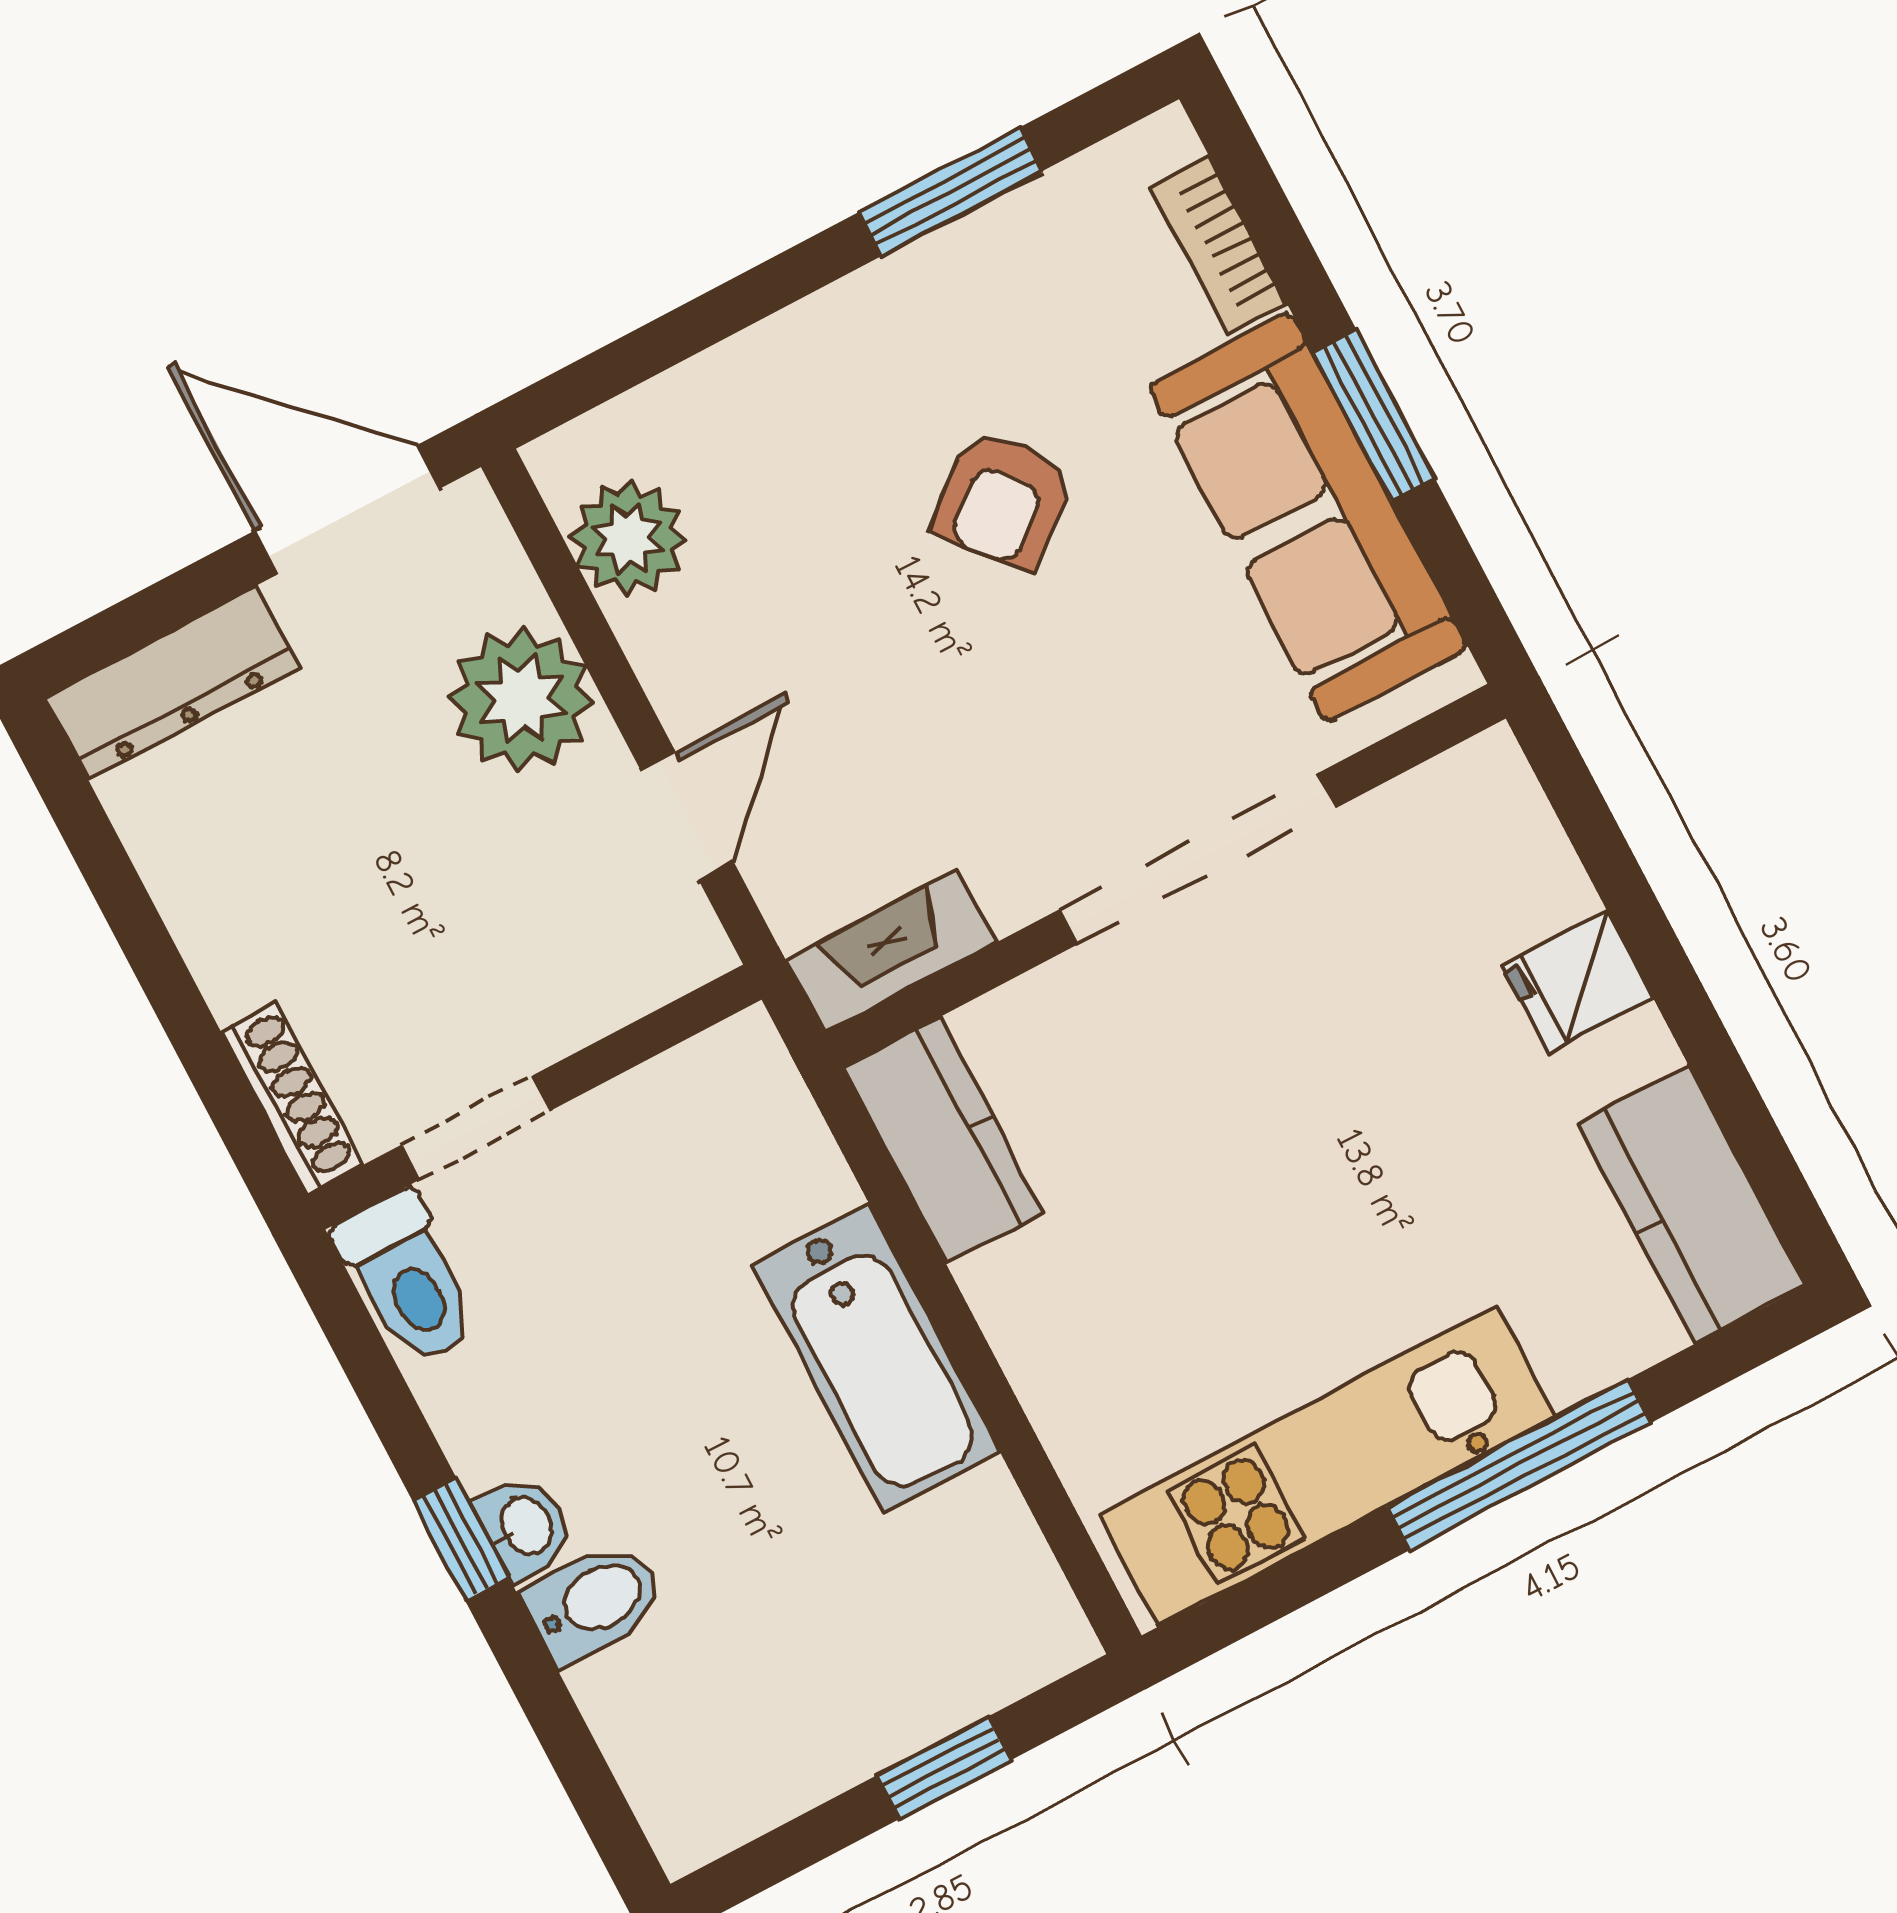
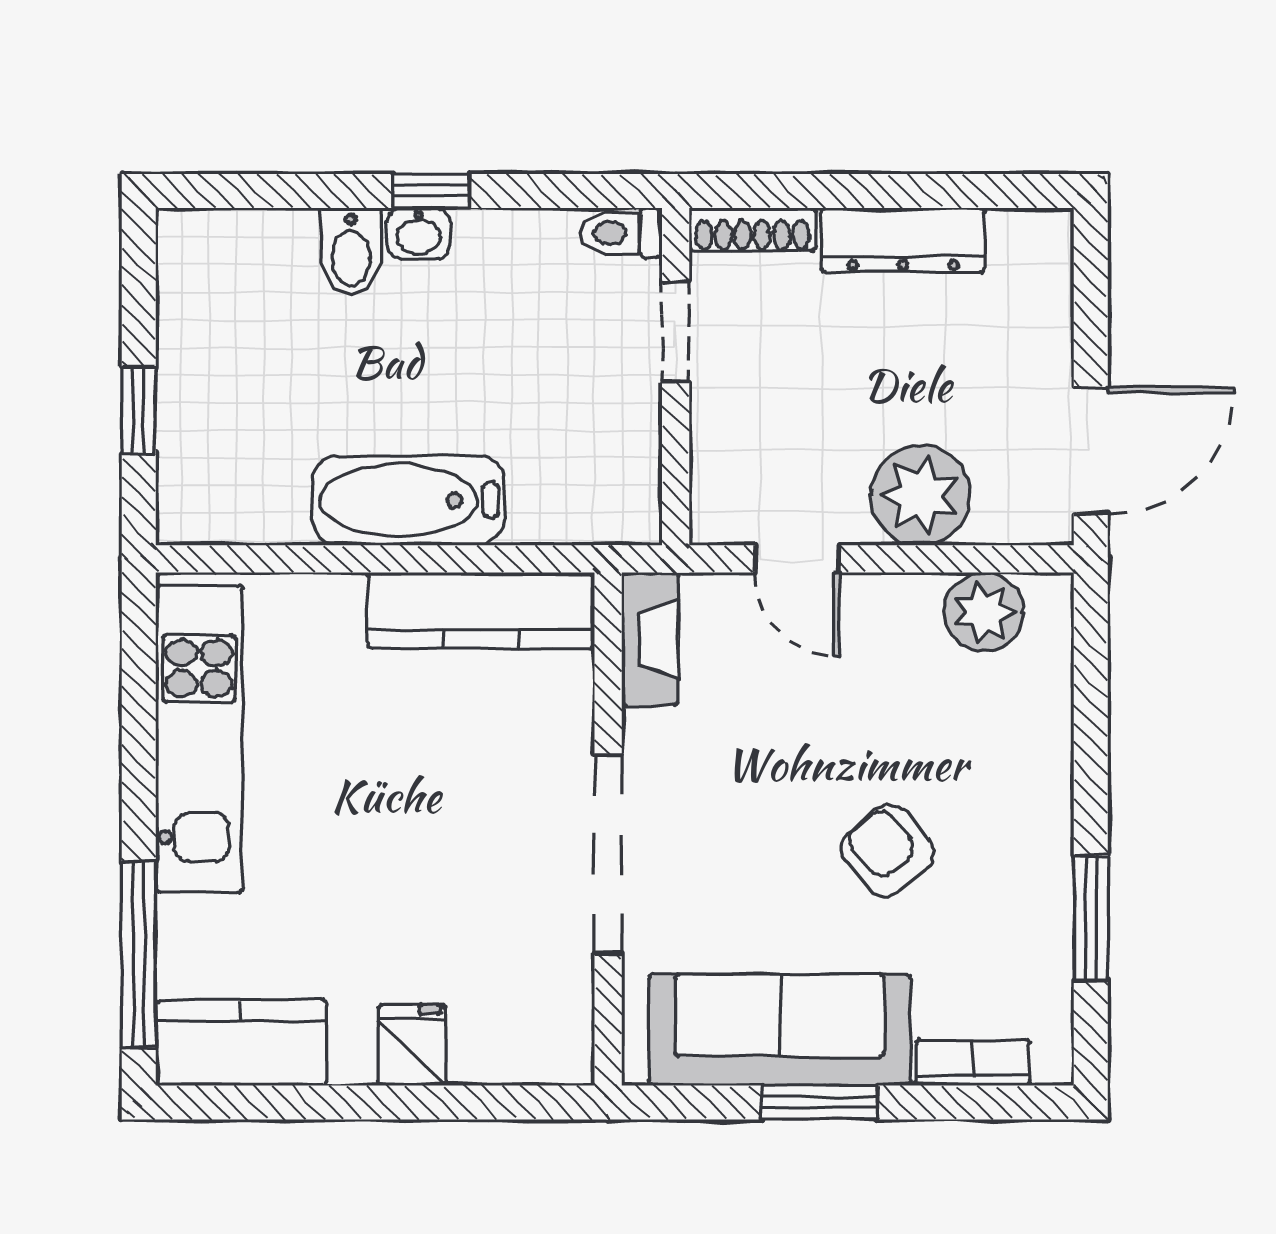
dresser: (172, 683) -> (903, 240), moved, turned -90
kitchen counter: (943, 1140) -> (481, 610), width x1.50
toilet: (408, 1279) -> (621, 233), width x0.73, depth x0.72
window: (1518, 1465) -> (139, 954), moved

